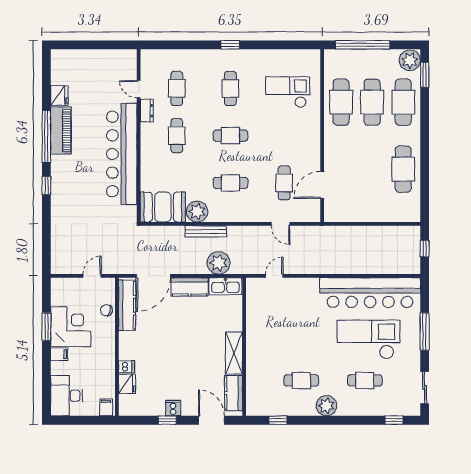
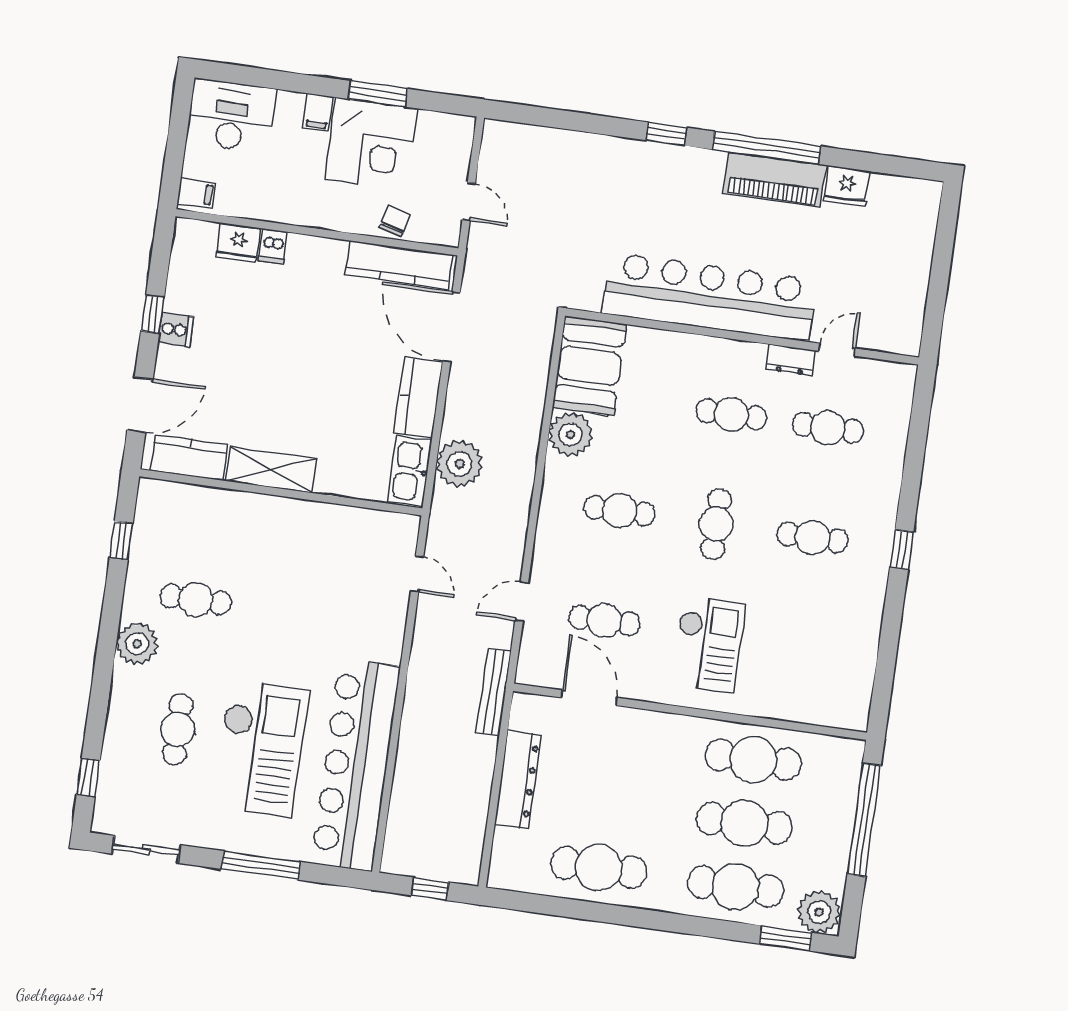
checkout: (288, 92) -> (708, 645), moved
cafe table: (230, 183) -> (620, 511), turned 90
dresser: (366, 214) -> (518, 780), added
bench: (206, 231) -> (493, 692), moved
cafe table: (301, 380) -> (196, 599), turned 90

